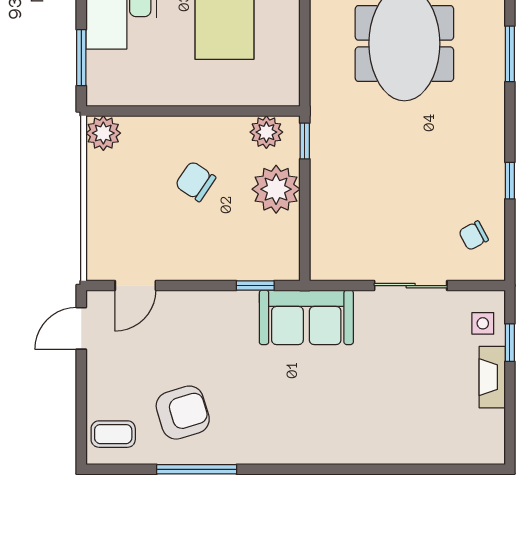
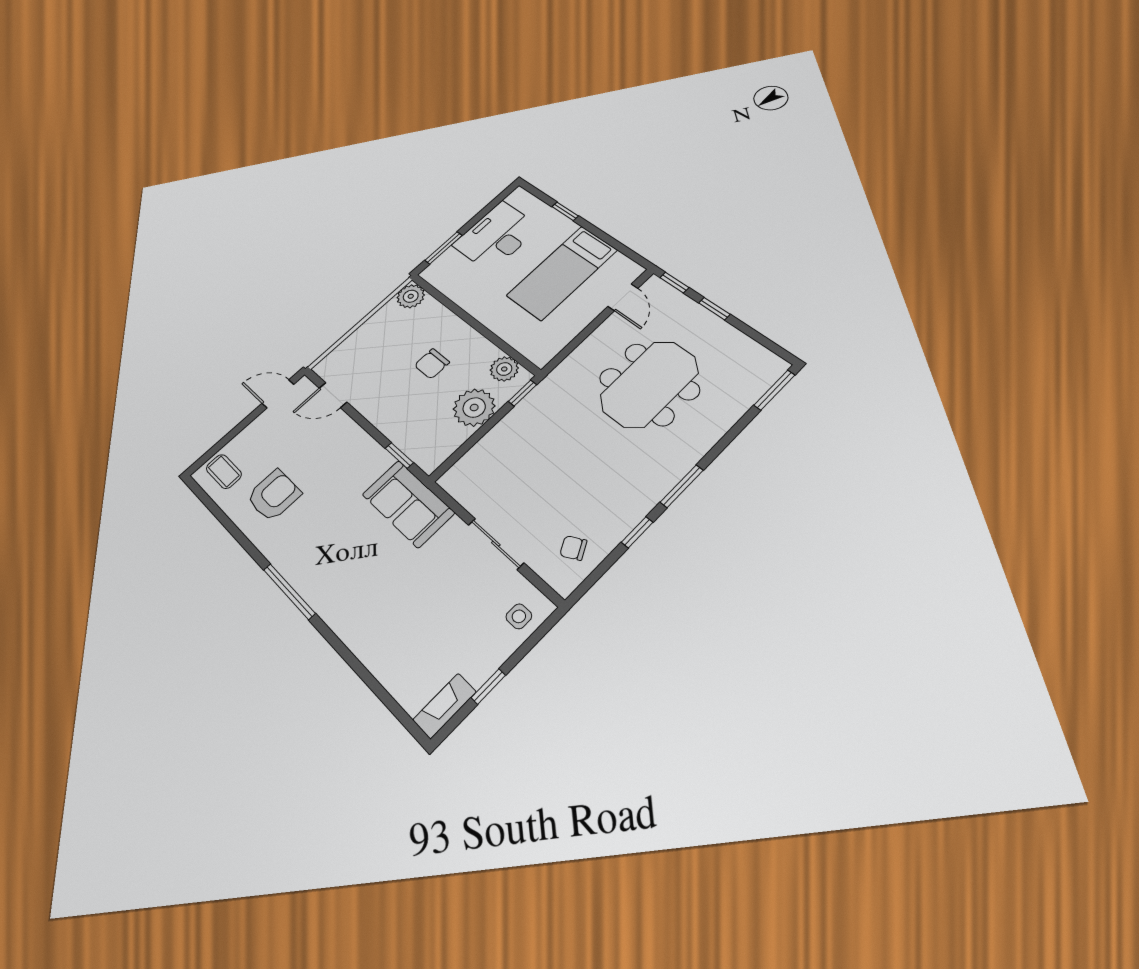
window: (510, 54) -> (682, 486), moved
chair: (195, 181) -> (432, 364), turned -124
window: (510, 343) -> (488, 686), moved
fireplace: (492, 377) -> (444, 706), moved
armchair: (183, 413) -> (274, 495), turned -73
window: (197, 469) -> (289, 591), moved

